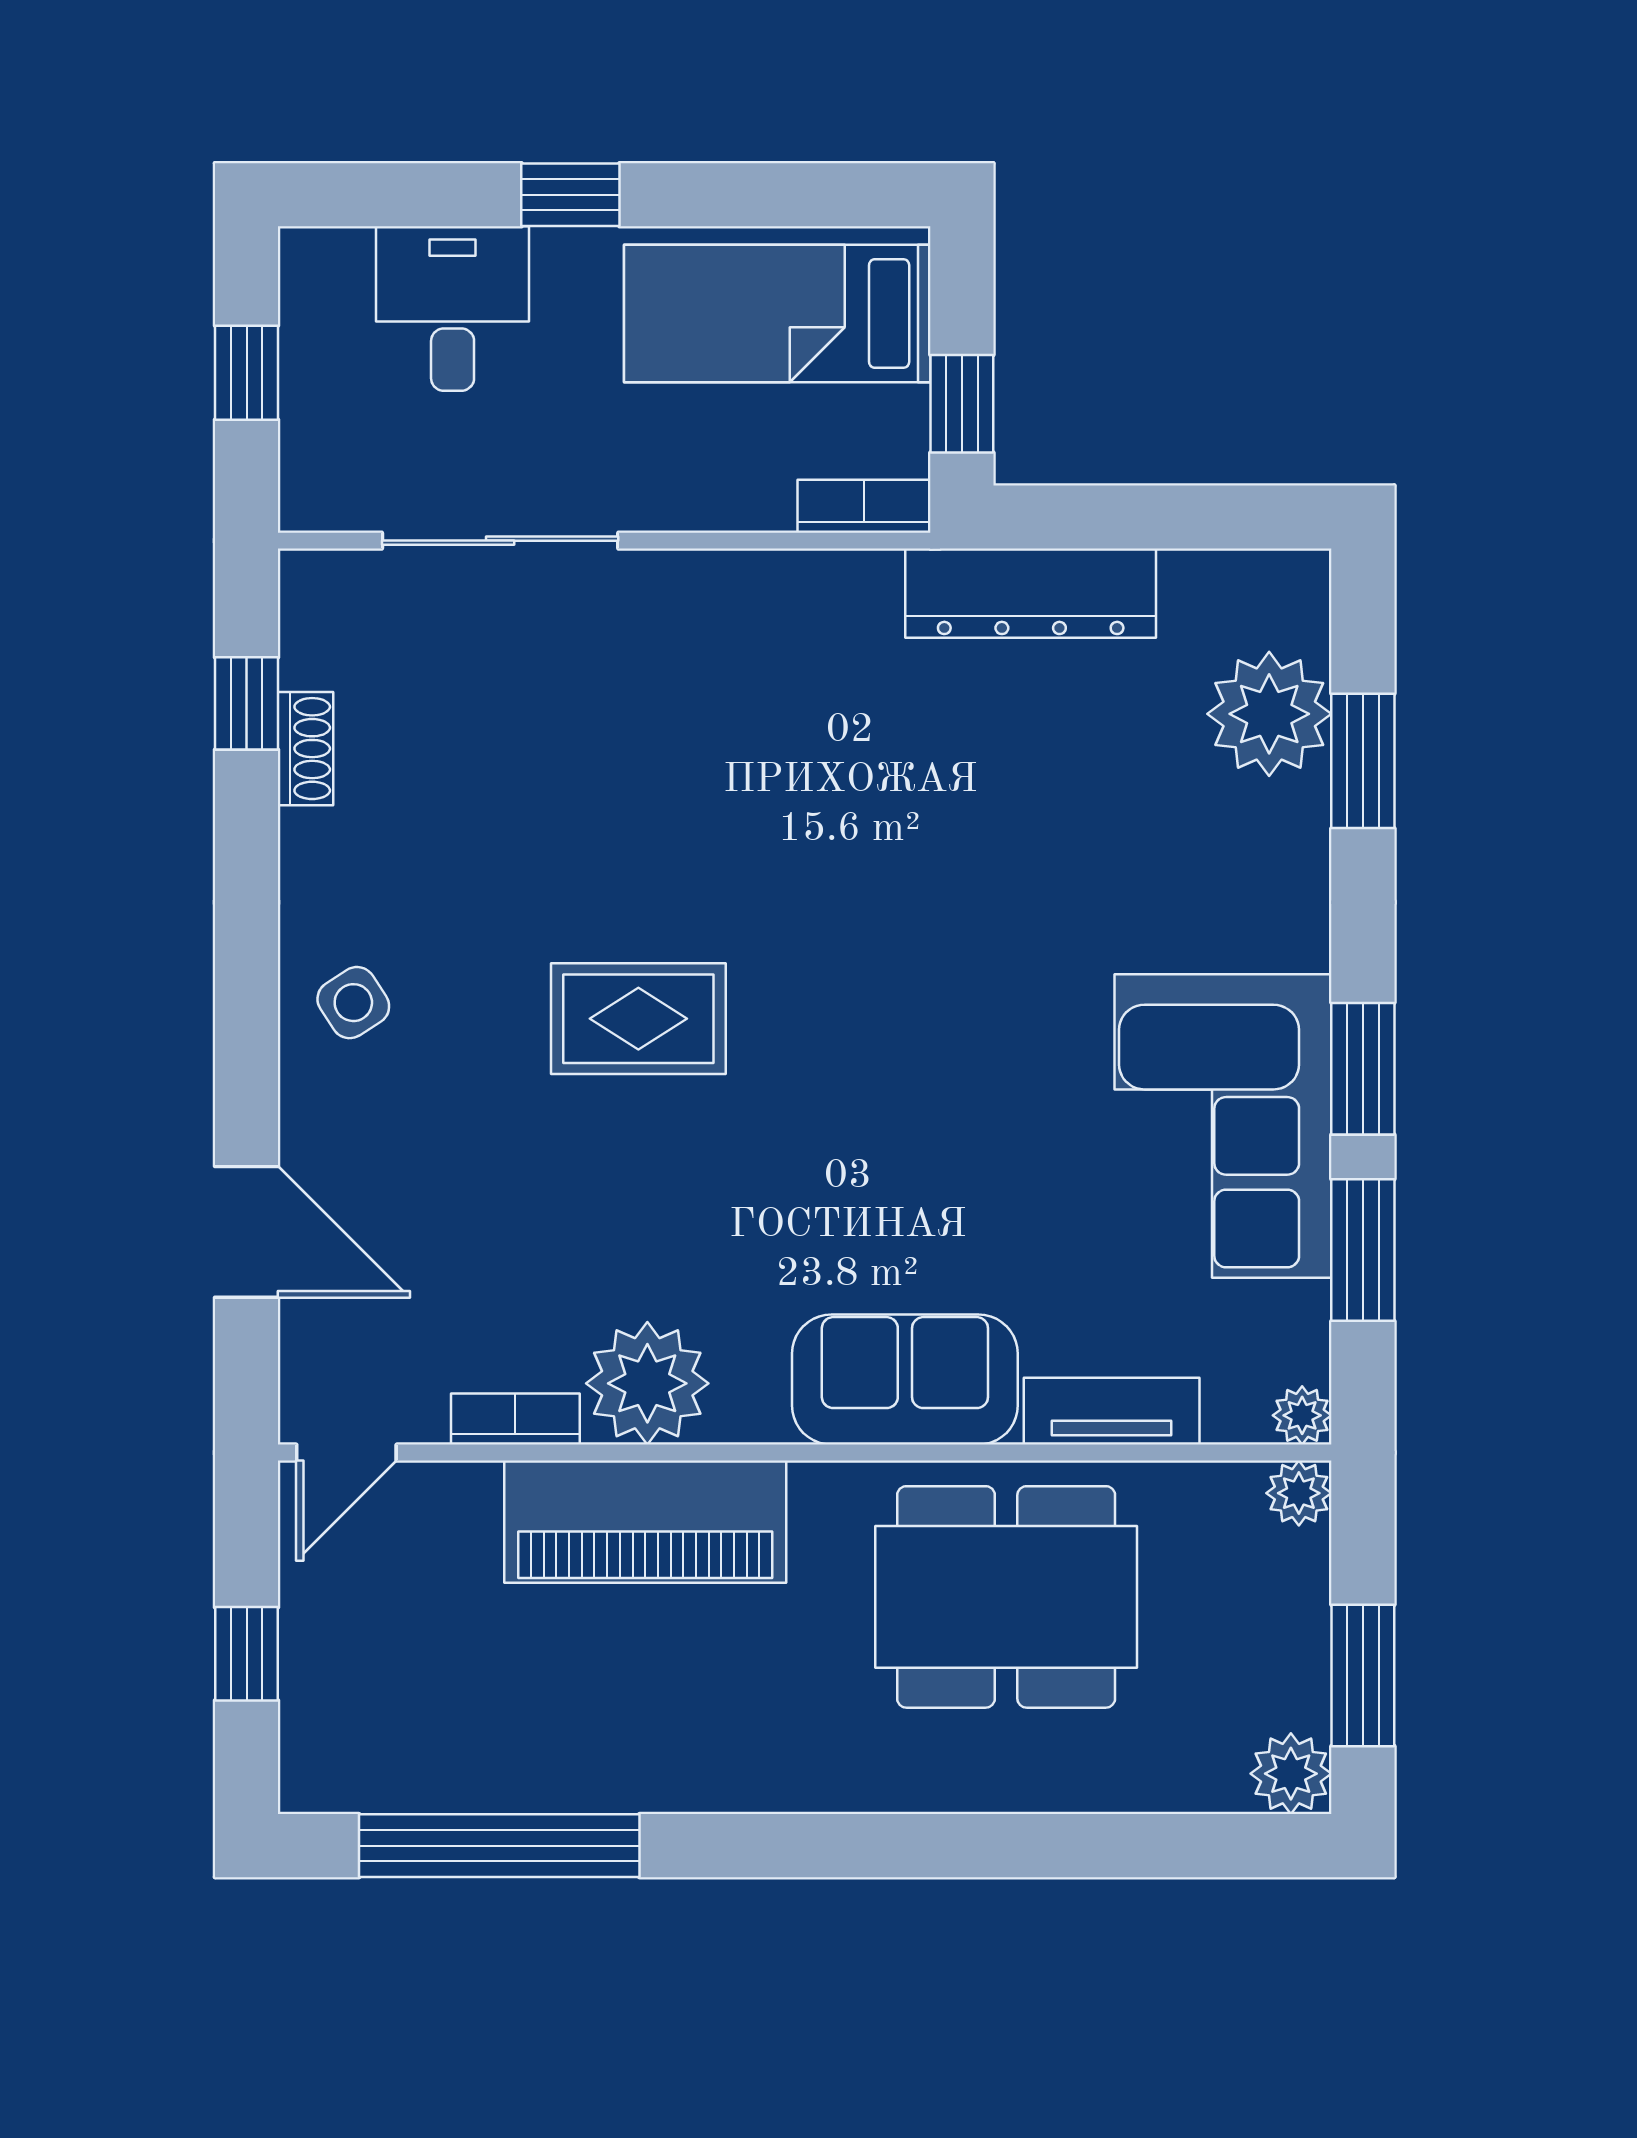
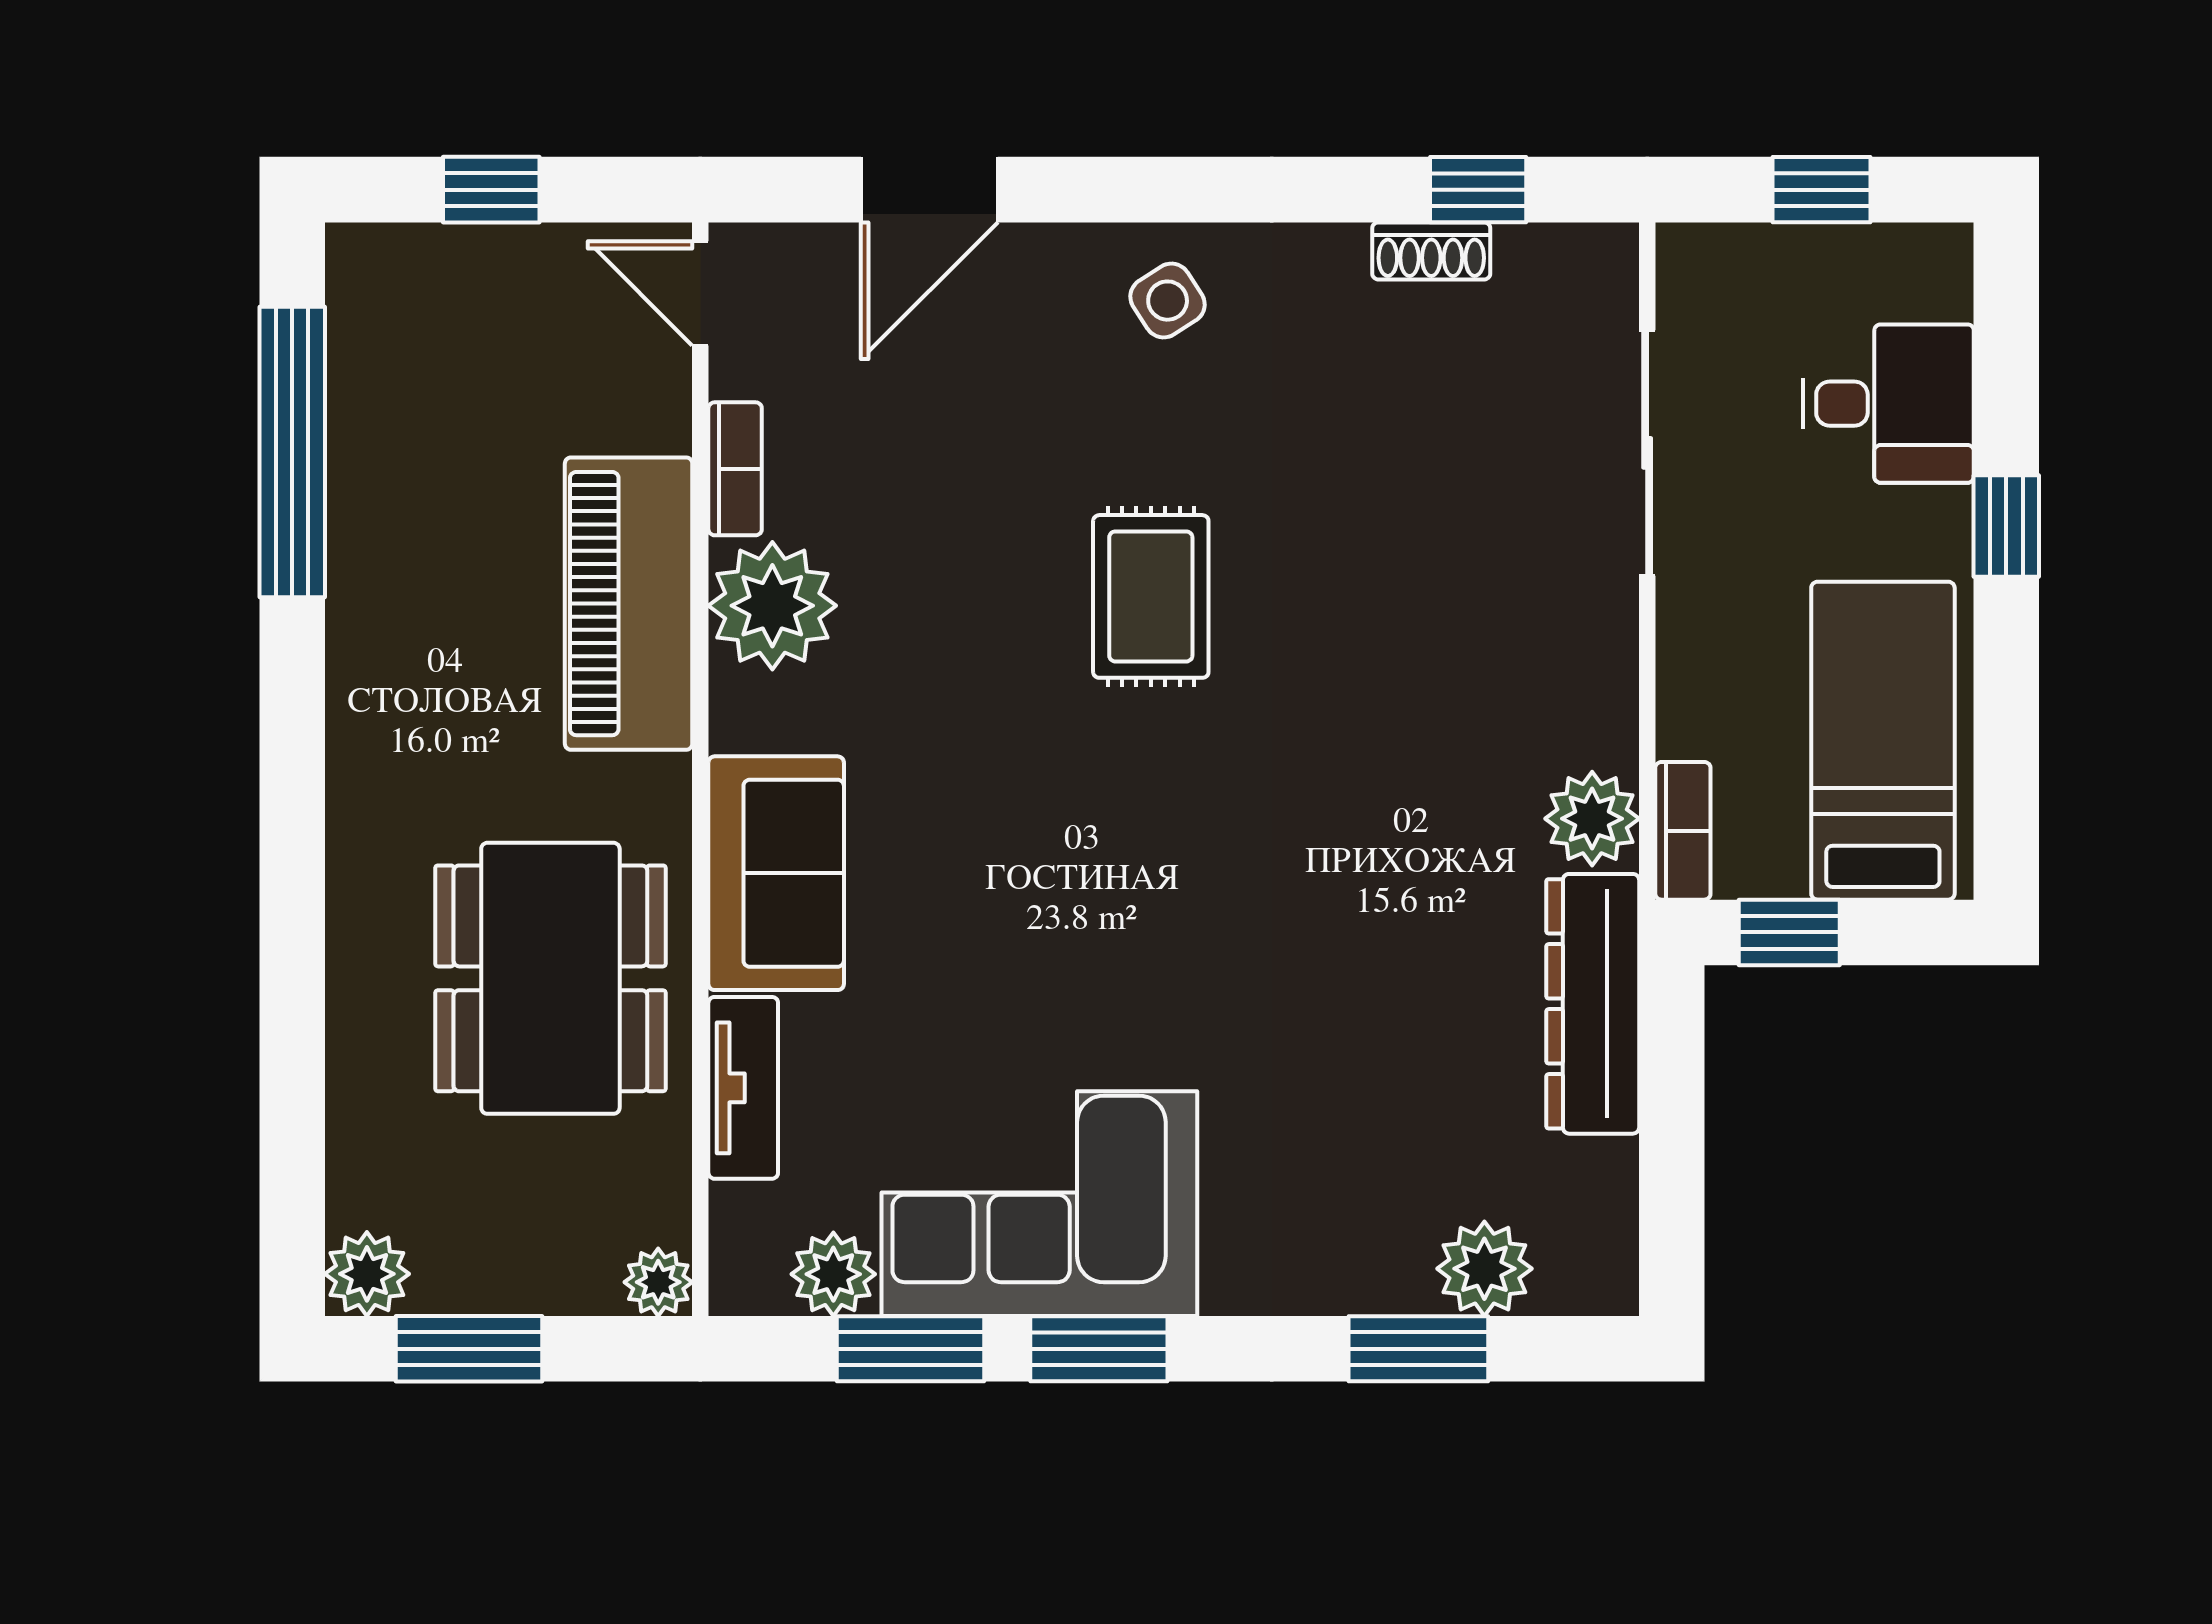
plant: (852, 594) -> (1592, 819), added
plant: (1269, 714) -> (1484, 1269), width x0.73, depth x0.73
plant: (1302, 1415) -> (833, 1274), moved, width x1.38, depth x1.38

